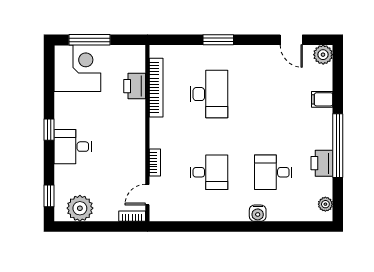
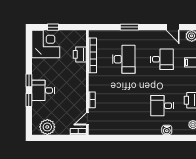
window: (90, 40) -> (53, 27), width x0.46
desk: (209, 172) -> (162, 59), moved
window: (49, 196) -> (29, 100), moved
water cooler: (258, 213) -> (167, 130), moved

